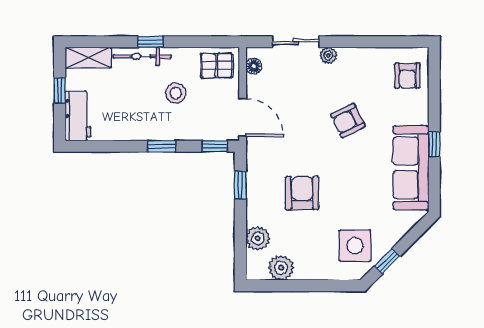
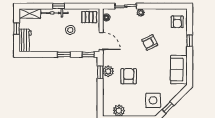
window: (434, 144) -> (190, 41), moved
sofa: (411, 168) -> (179, 70), width x0.73
plant: (258, 238) -> (108, 71), moved

